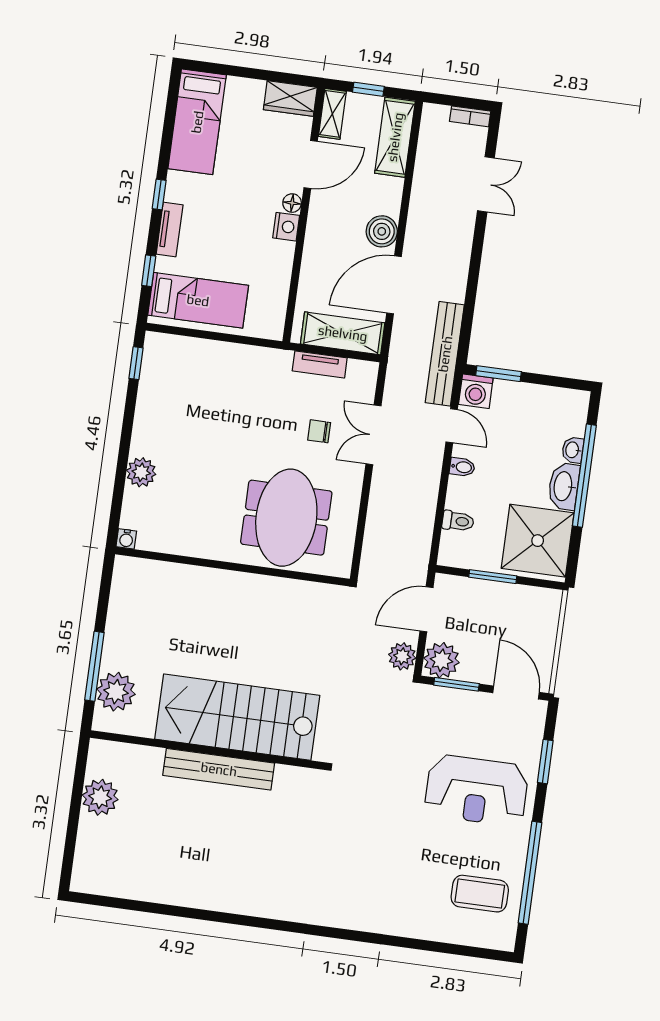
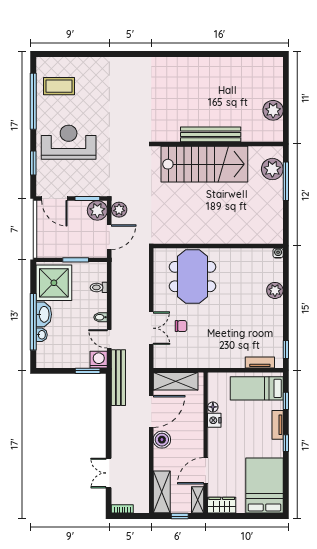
bed: (197, 122) -> (264, 486), width x1.50
floor lamp: (292, 203) -> (213, 407), moved
nightstand: (286, 227) -> (214, 420), moved
tv unit: (320, 364) -> (260, 363), moved

